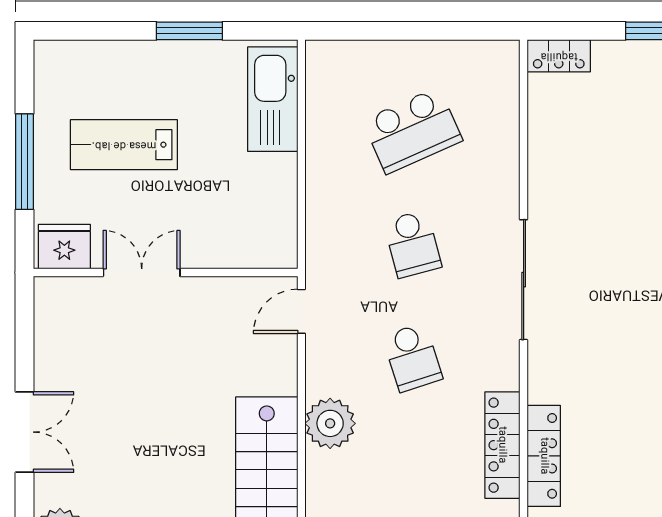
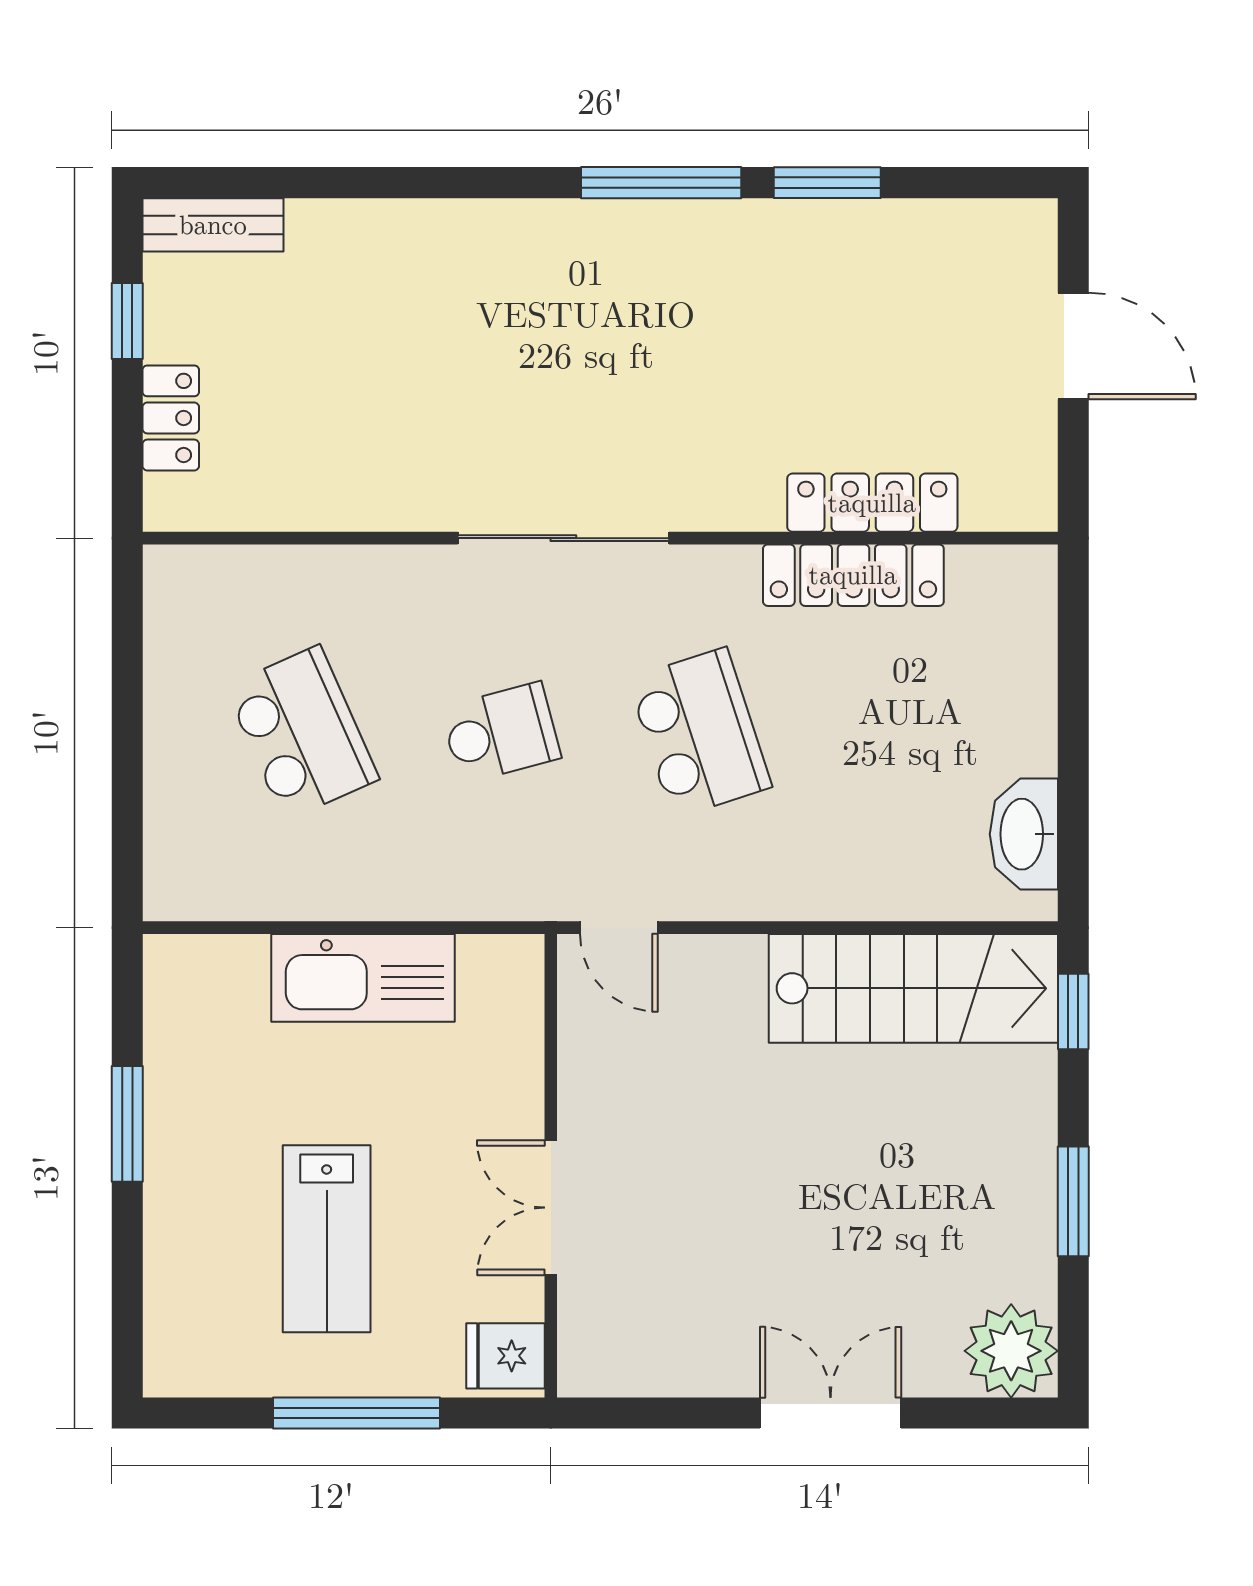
locker: (559, 56) -> (171, 418), moved
kitchen sink: (273, 99) -> (363, 978), moved
fridge: (64, 247) -> (505, 1356), width x0.72
school desk: (412, 357) -> (700, 733), width x1.85
plant: (330, 423) -> (815, 877), removed

